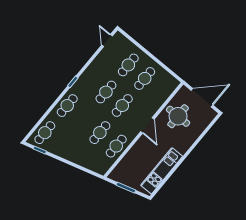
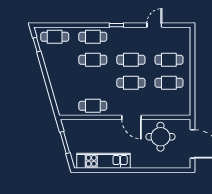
door: (107, 41) -> (154, 25), moved
door: (147, 125) -> (132, 117), hinge flipped
cafe table: (100, 133) -> (93, 60), moved

